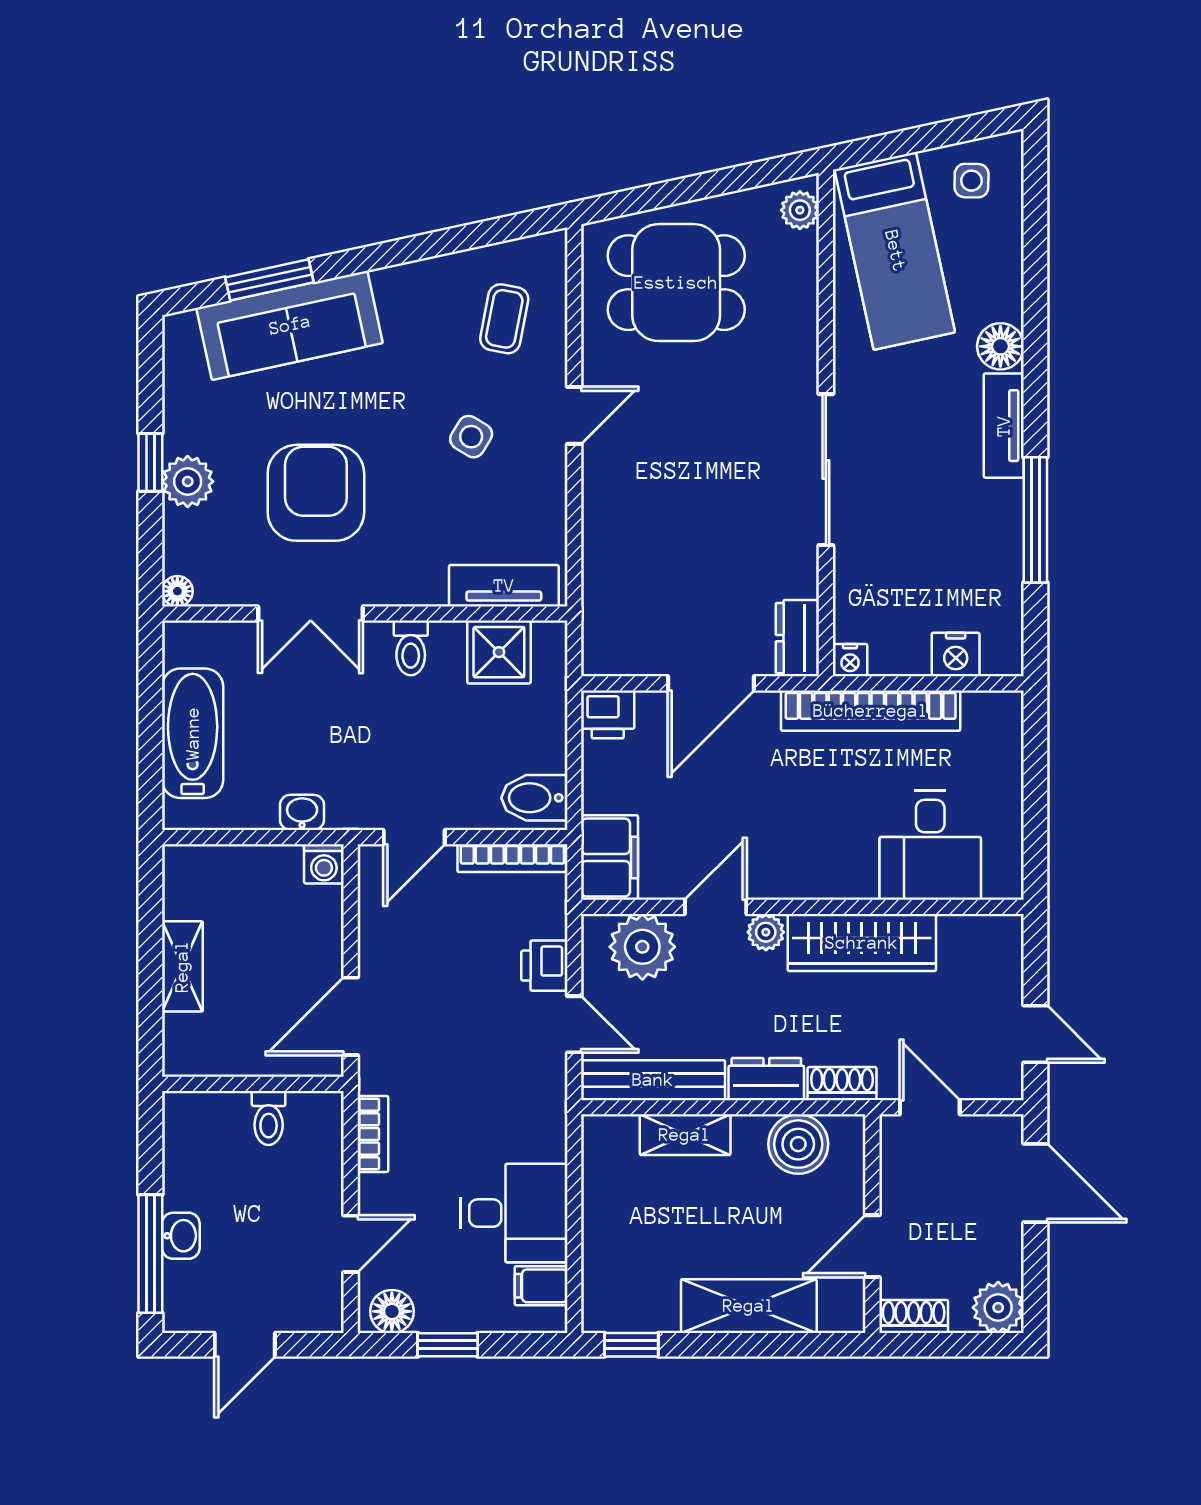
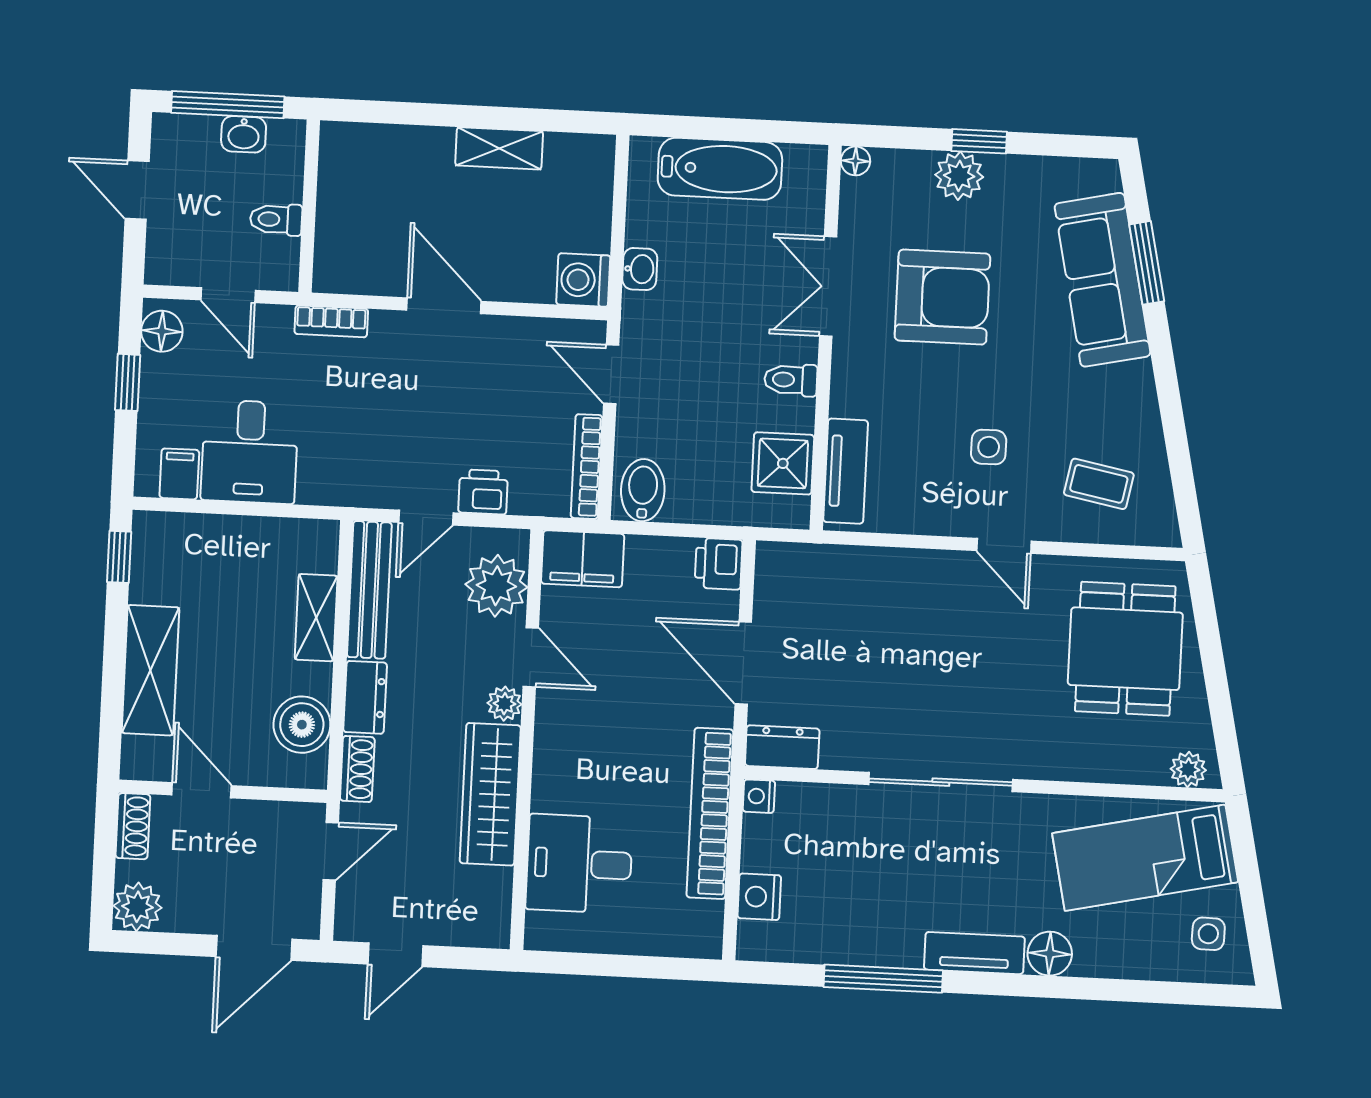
side table: (471, 437) -> (989, 447), turned -31
washing machine: (324, 864) -> (583, 280), width x1.38, depth x1.38
wall: (253, 1084) -> (309, 206), moved
toilet: (269, 1118) -> (276, 219), moved

